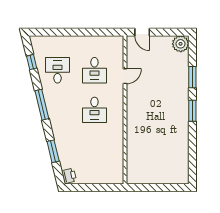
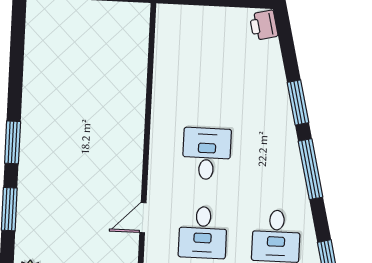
desk: (94, 70) -> (203, 232), turned 180
window: (53, 151) -> (298, 102), moved

